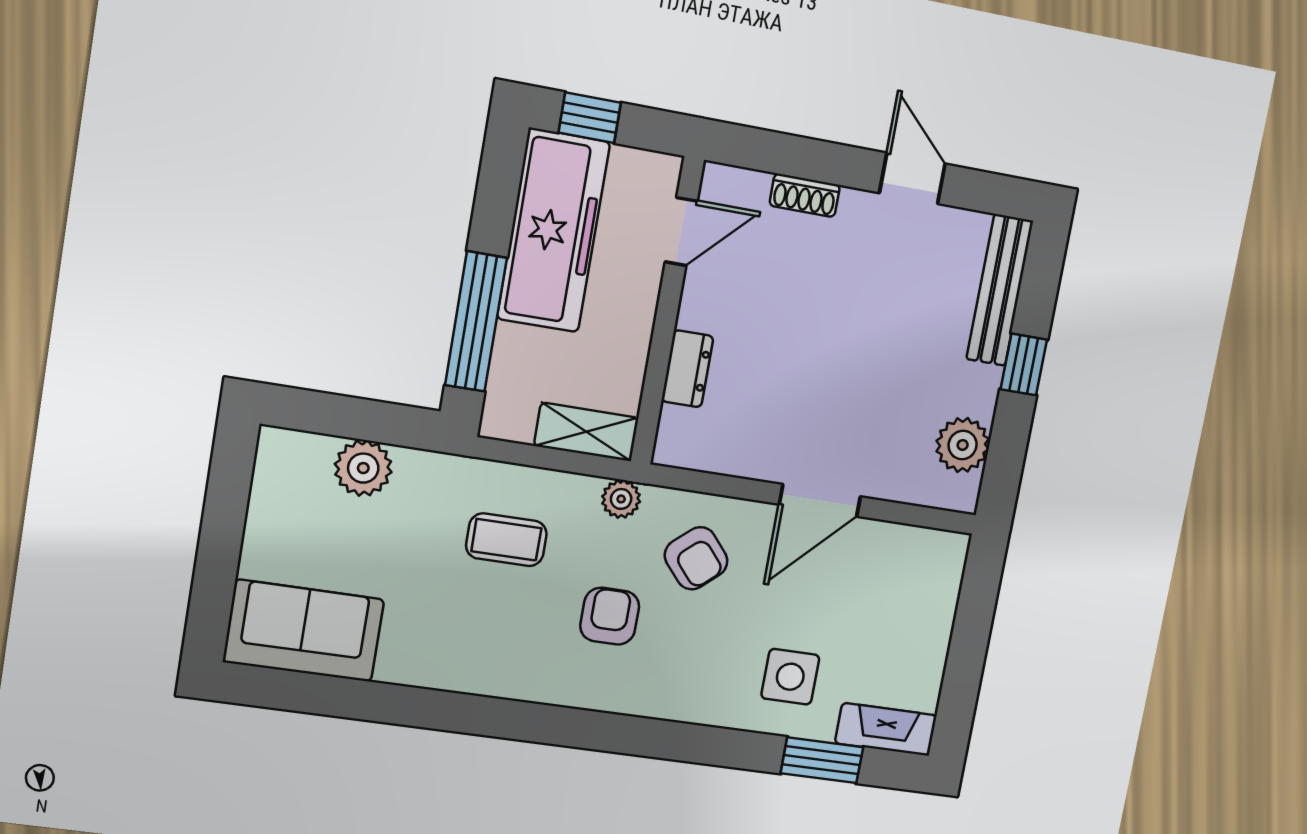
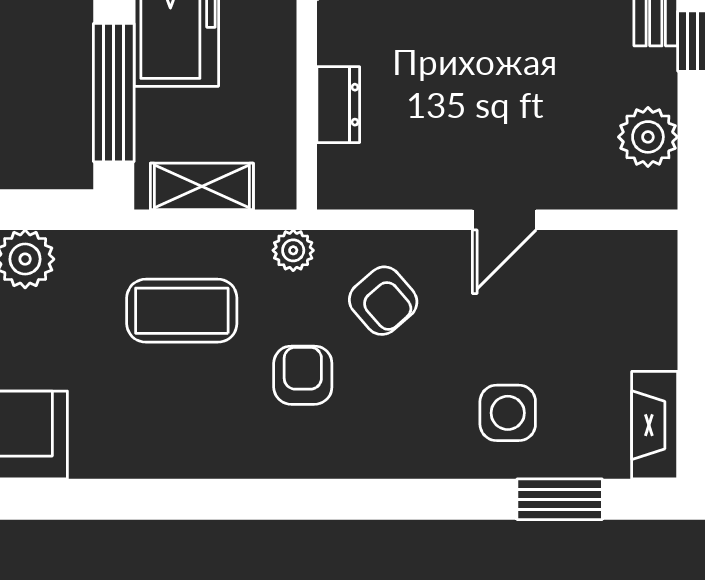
shelving: (586, 432) -> (202, 186), moved
door: (820, 501) -> (504, 220), width x0.73
coffee table: (506, 540) -> (182, 311), width x1.36, depth x1.30
fireplace: (886, 729) -> (655, 425), moved, turned -90

